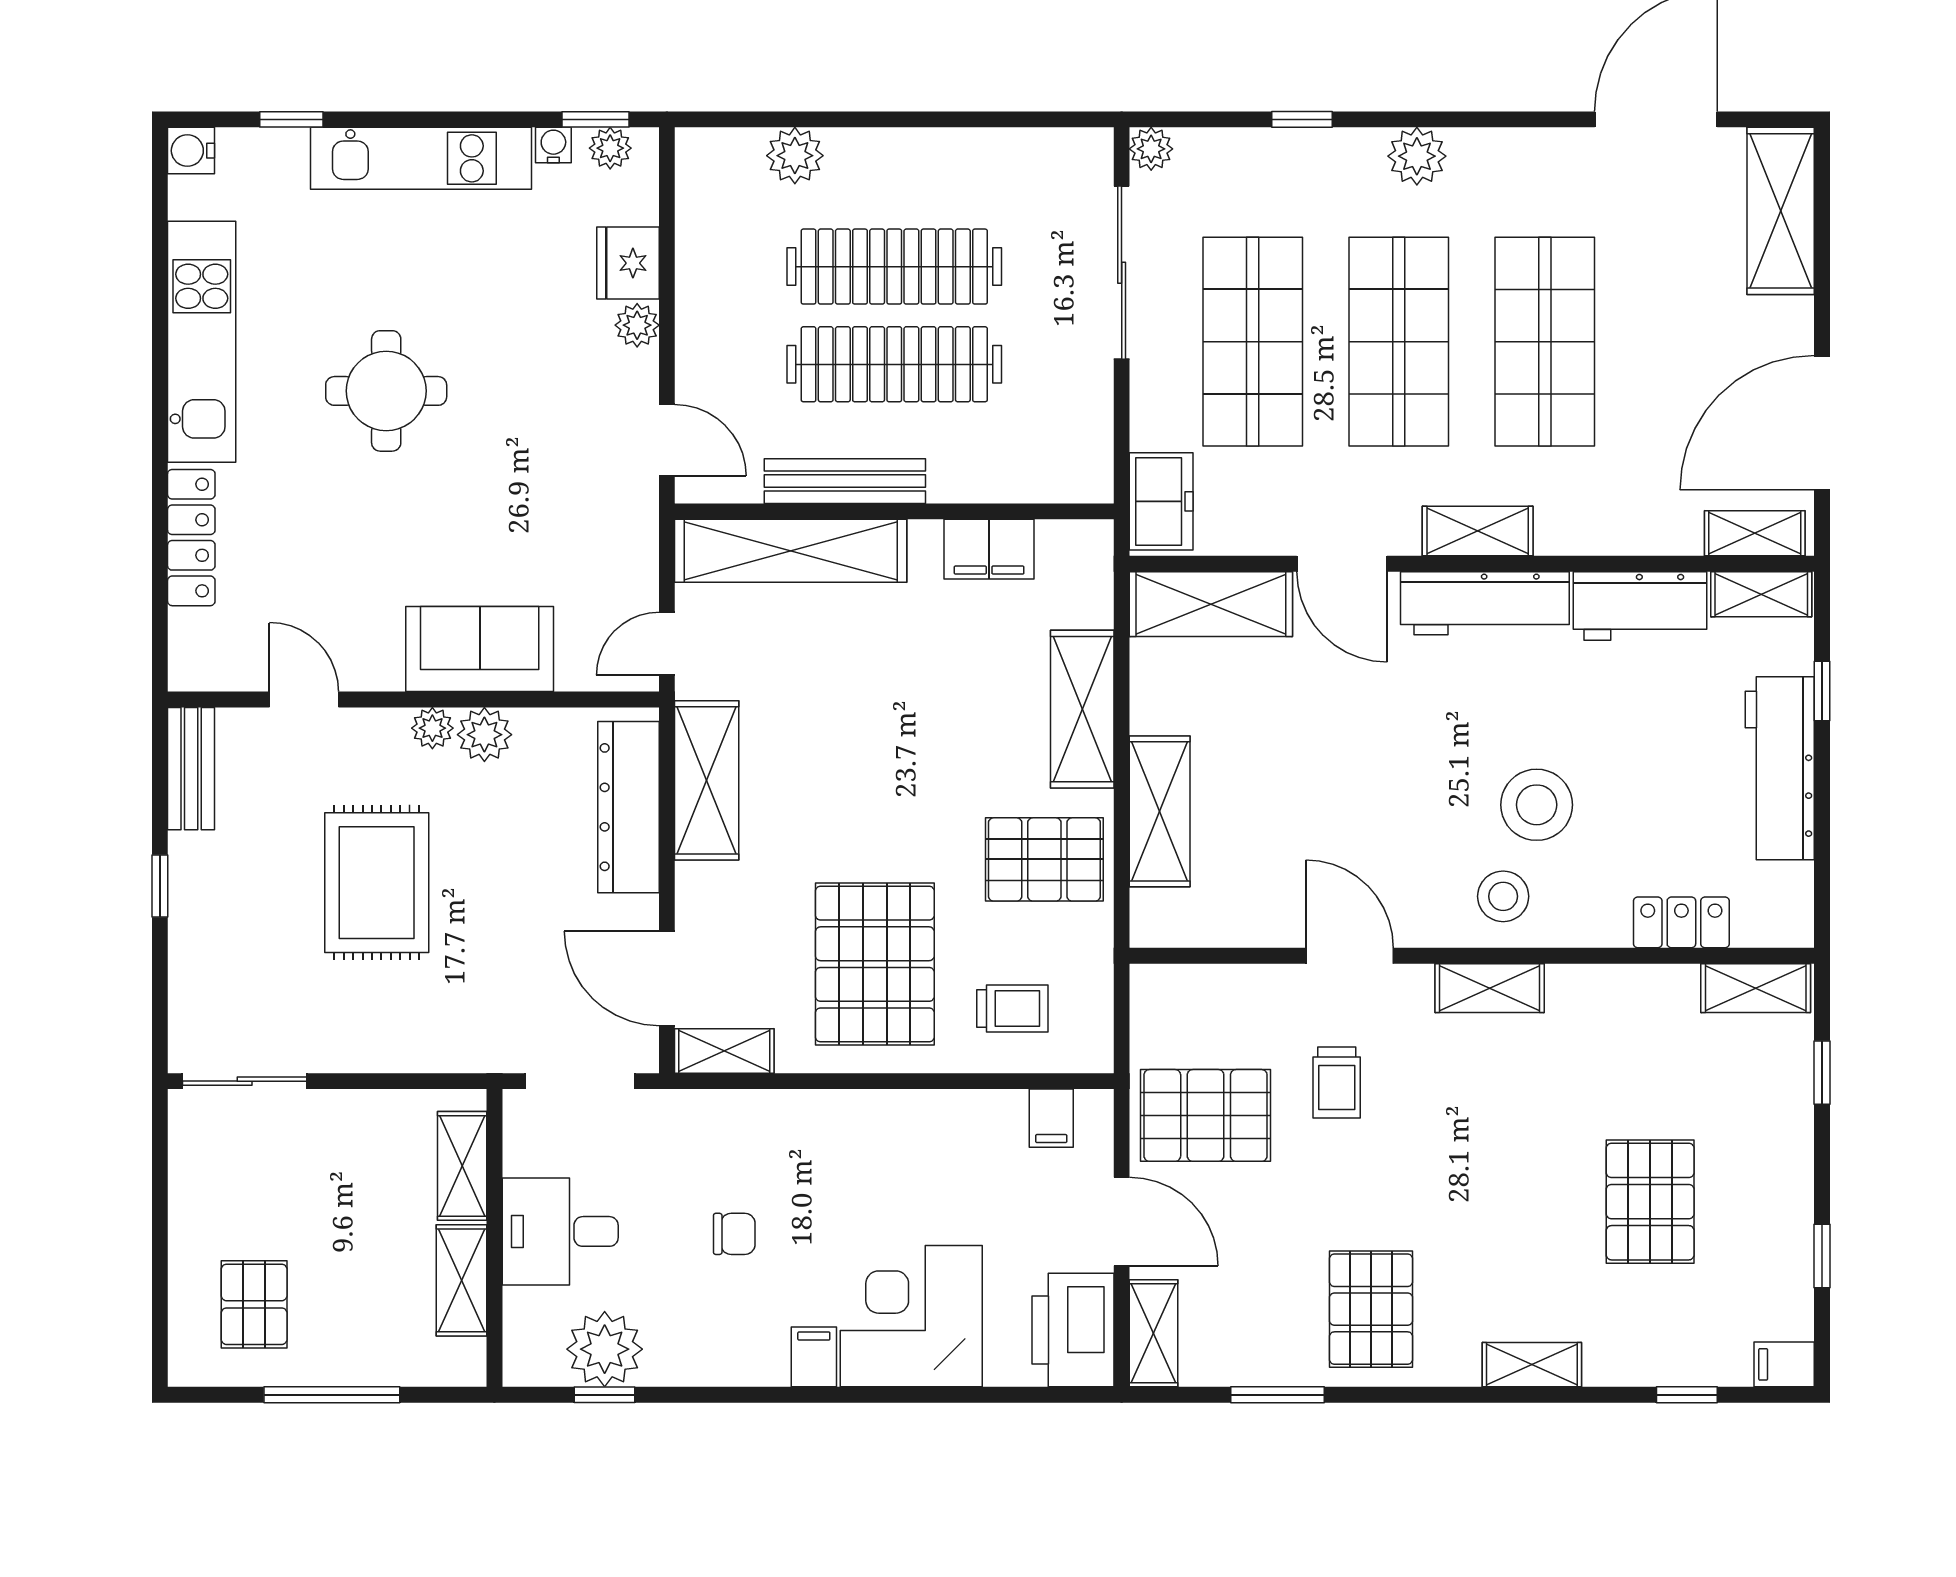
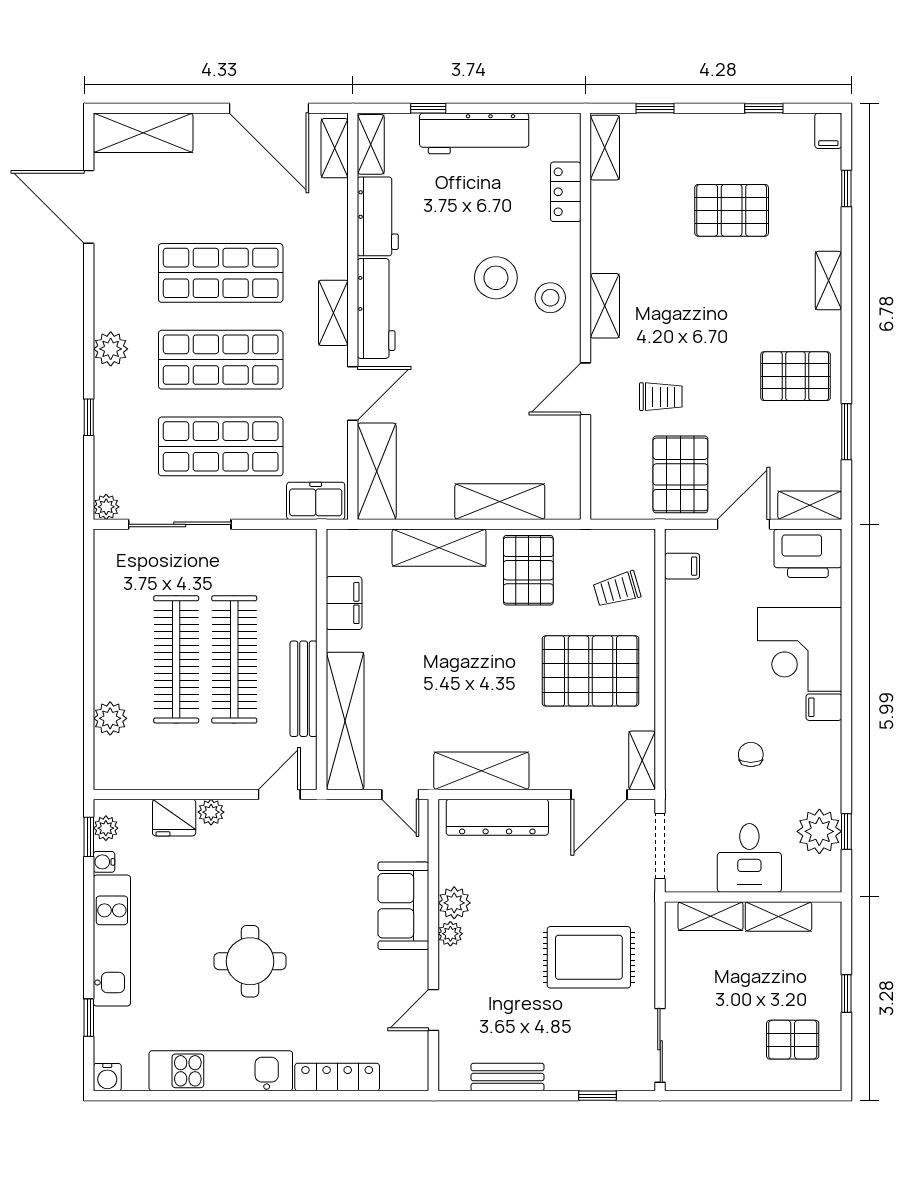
bench: (191, 769) -> (507, 1077), moved
rug: (377, 883) -> (589, 957), moved
window: (160, 886) -> (597, 1096), moved
trolley: (1012, 1009) -> (617, 589), turned -106
window: (332, 1395) -> (846, 993), width x0.46

